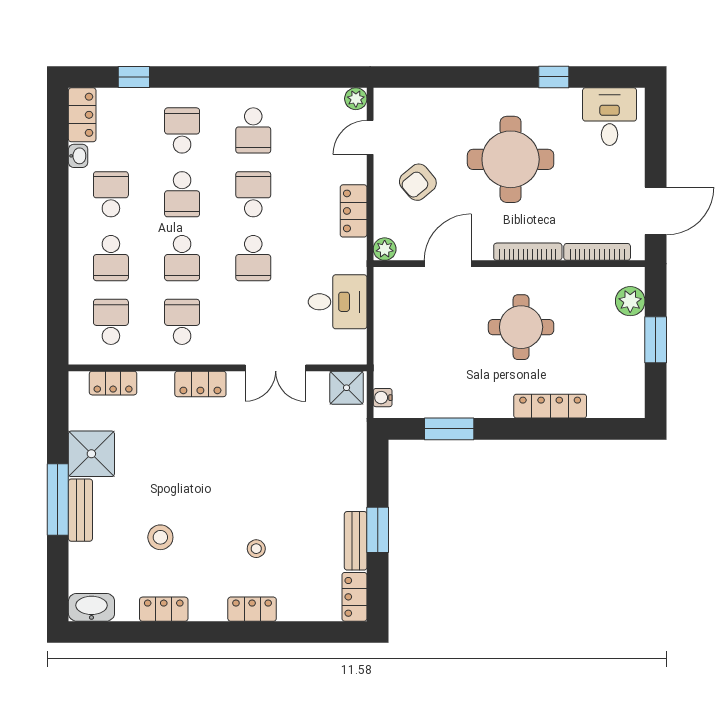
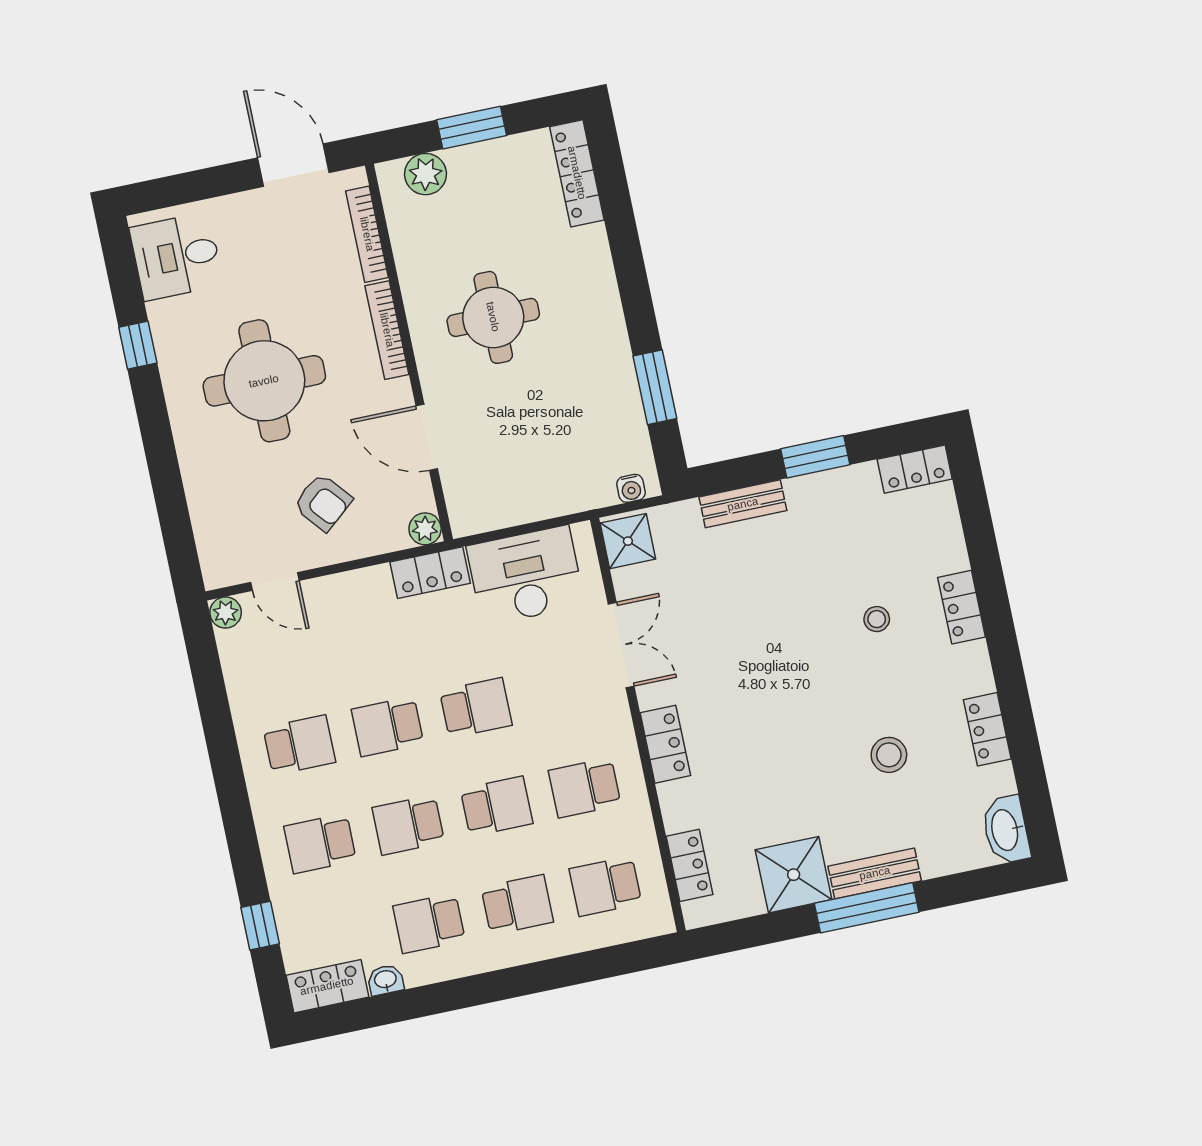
school desk: (182, 194) -> (408, 825), turned 180
locker: (354, 211) -> (430, 573), moved
desk: (338, 302) -> (526, 576), width x1.37
locker: (550, 406) -> (577, 173), moved
bench: (356, 541) -> (743, 504), moved

